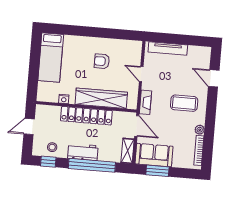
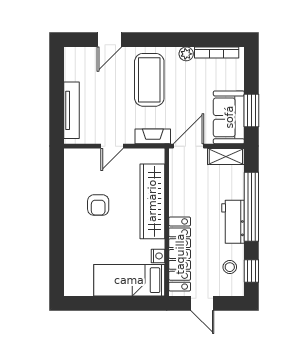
bed: (51, 58) -> (129, 280), moved, turned 180
coffee table: (184, 103) -> (149, 80), width x1.36, depth x1.32
locker: (86, 116) -> (180, 254), moved

